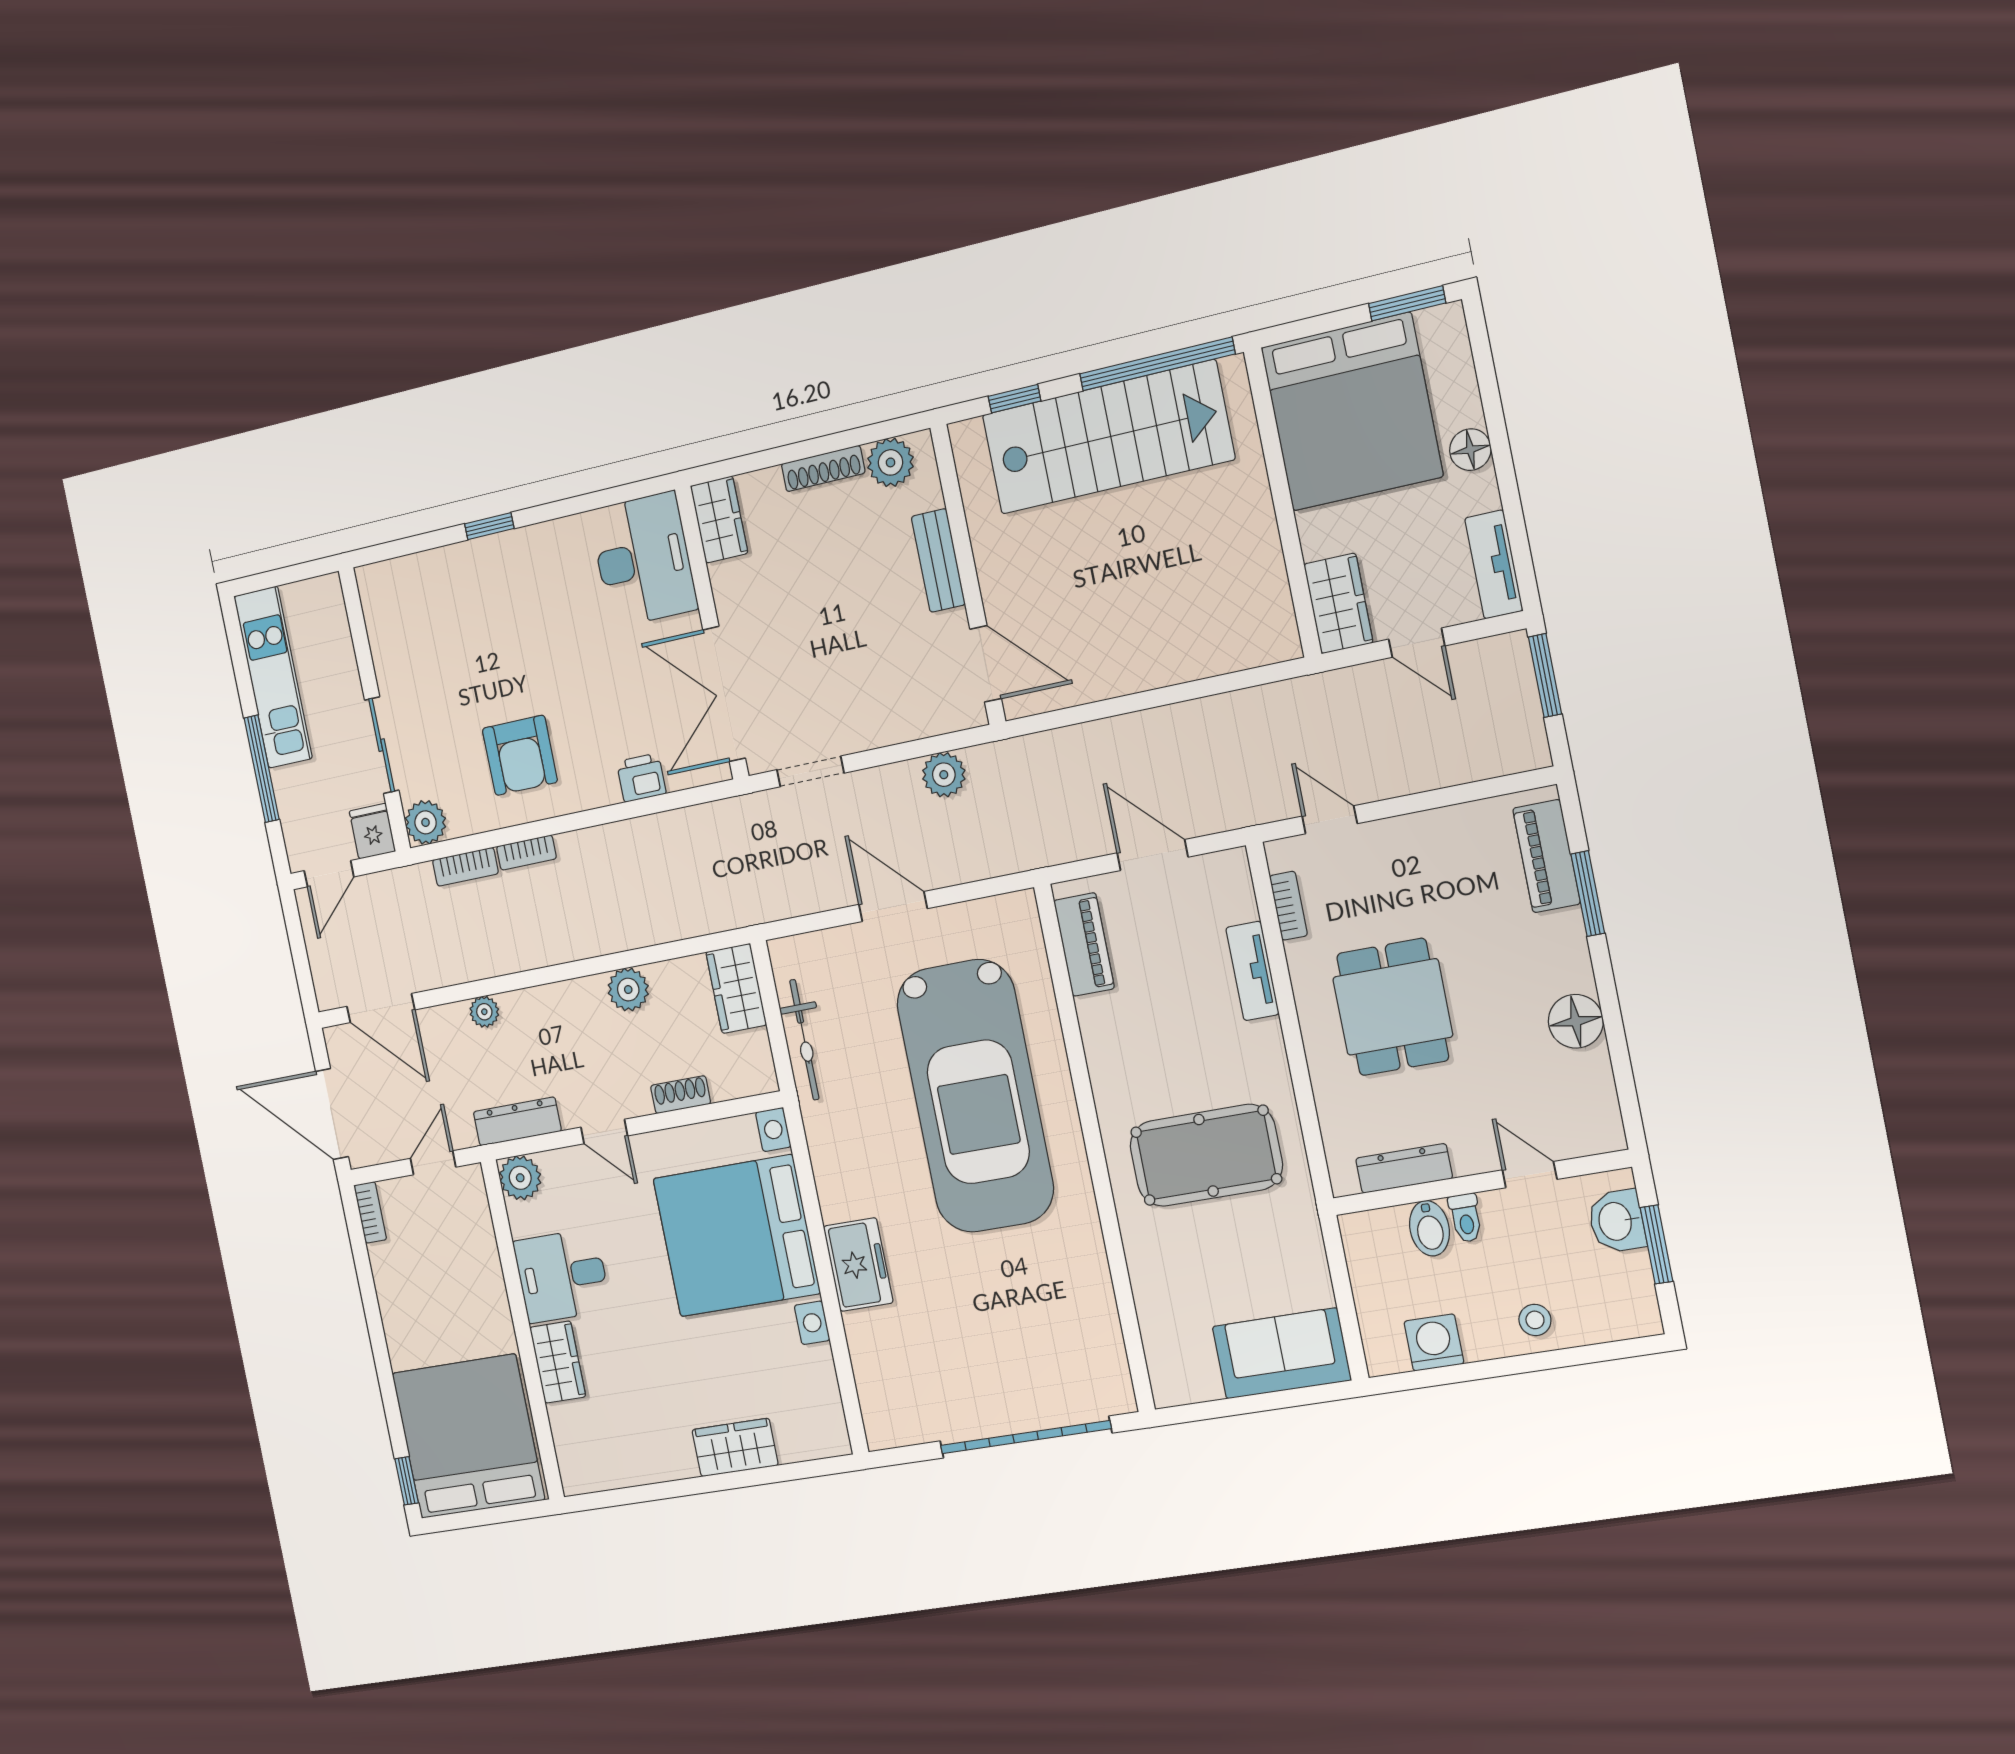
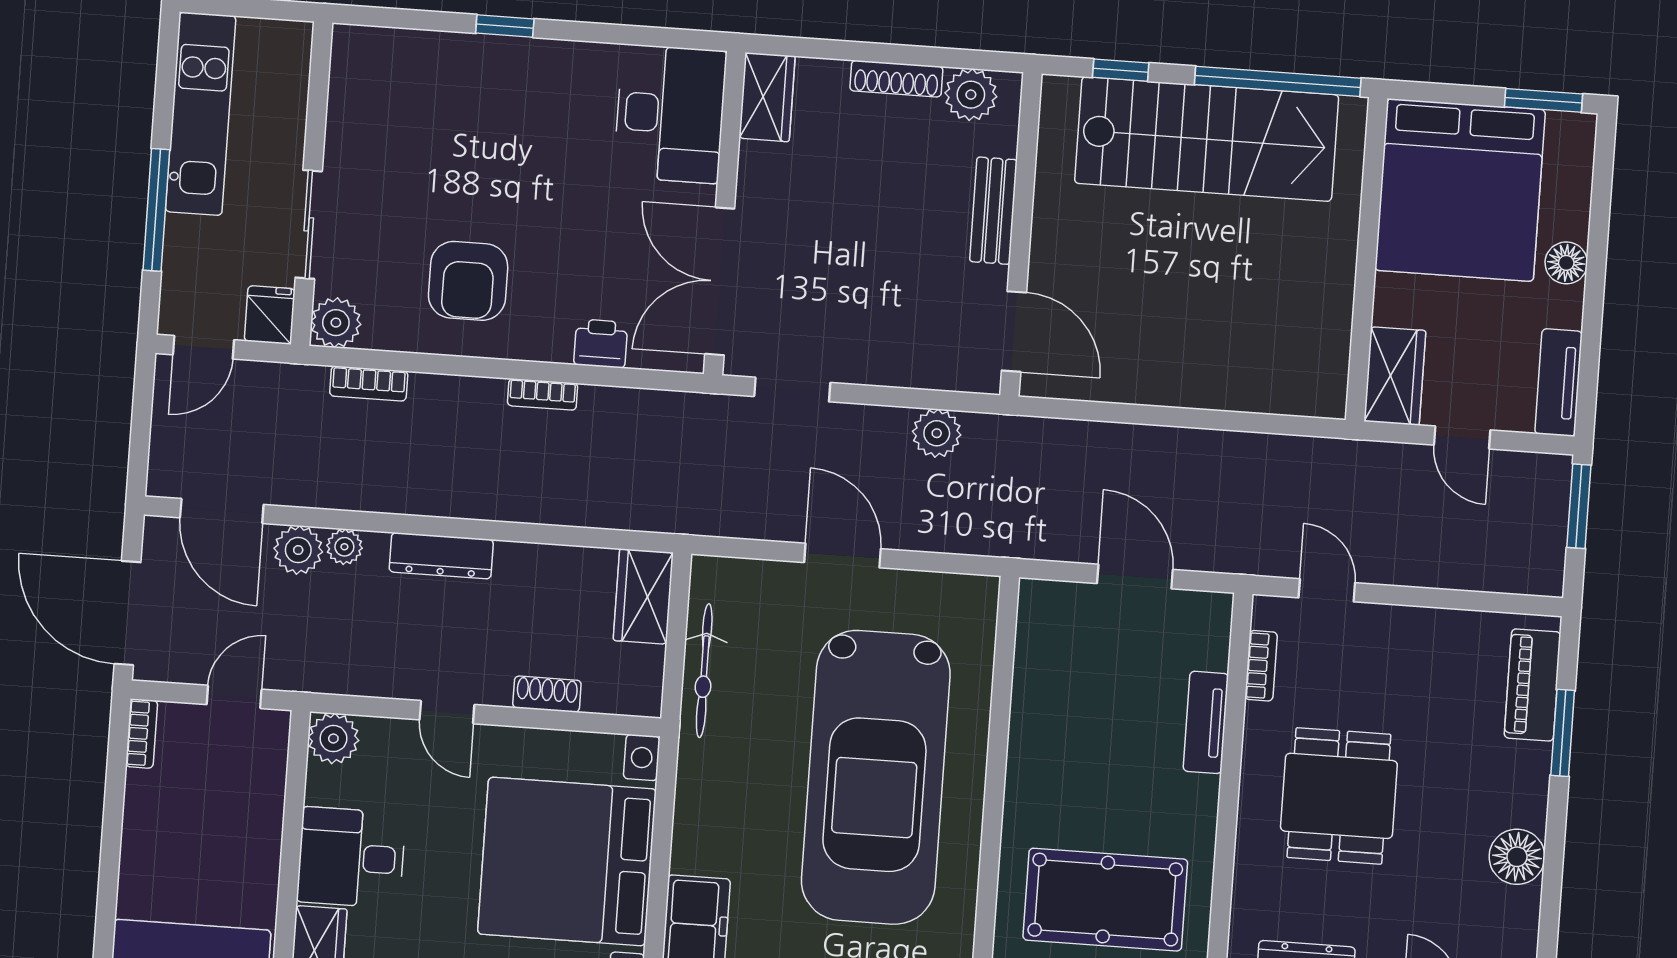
bookcase: (526, 853) -> (543, 394), moved
piano: (1084, 944) -> (1037, 649), removed
plant: (628, 990) -> (298, 550), moved
dresser: (517, 1121) -> (441, 556), moved, turned 180

